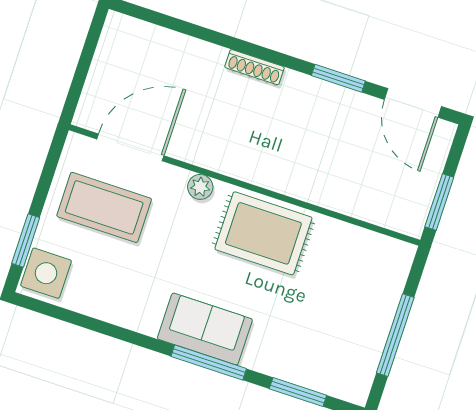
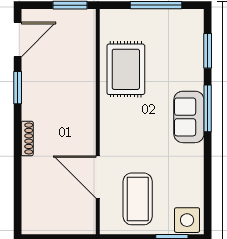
door: (130, 147) -> (98, 177), moved
plant: (200, 187) -> (107, 147), removed
rug: (263, 233) -> (126, 69), moved

